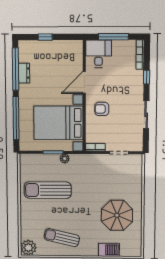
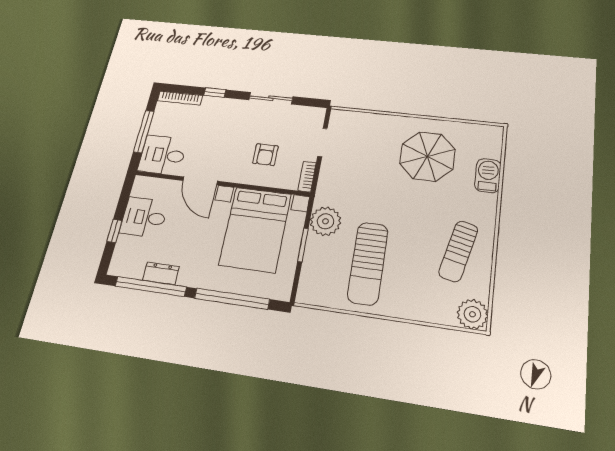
desk: (56, 53) -> (144, 217), added
armchair: (102, 109) -> (265, 155), moved
plant: (65, 159) -> (325, 221), width x1.88, depth x1.88

